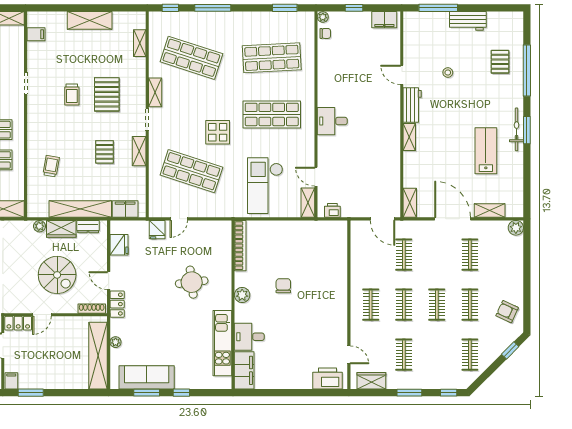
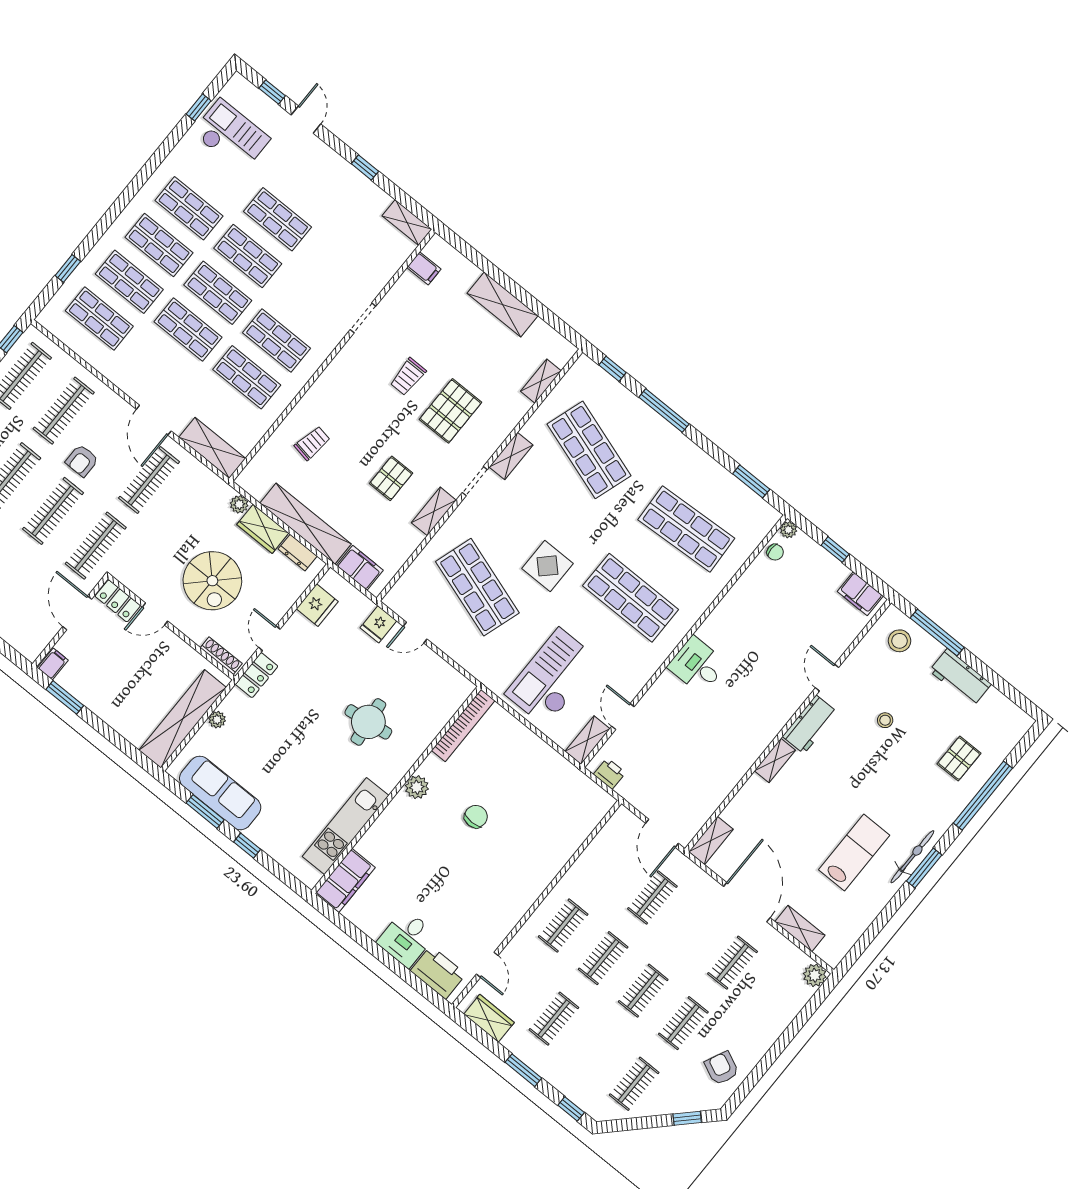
stool: (423, 27) -> (899, 641), added
desk: (249, 337) -> (406, 938), moved, turned -90

